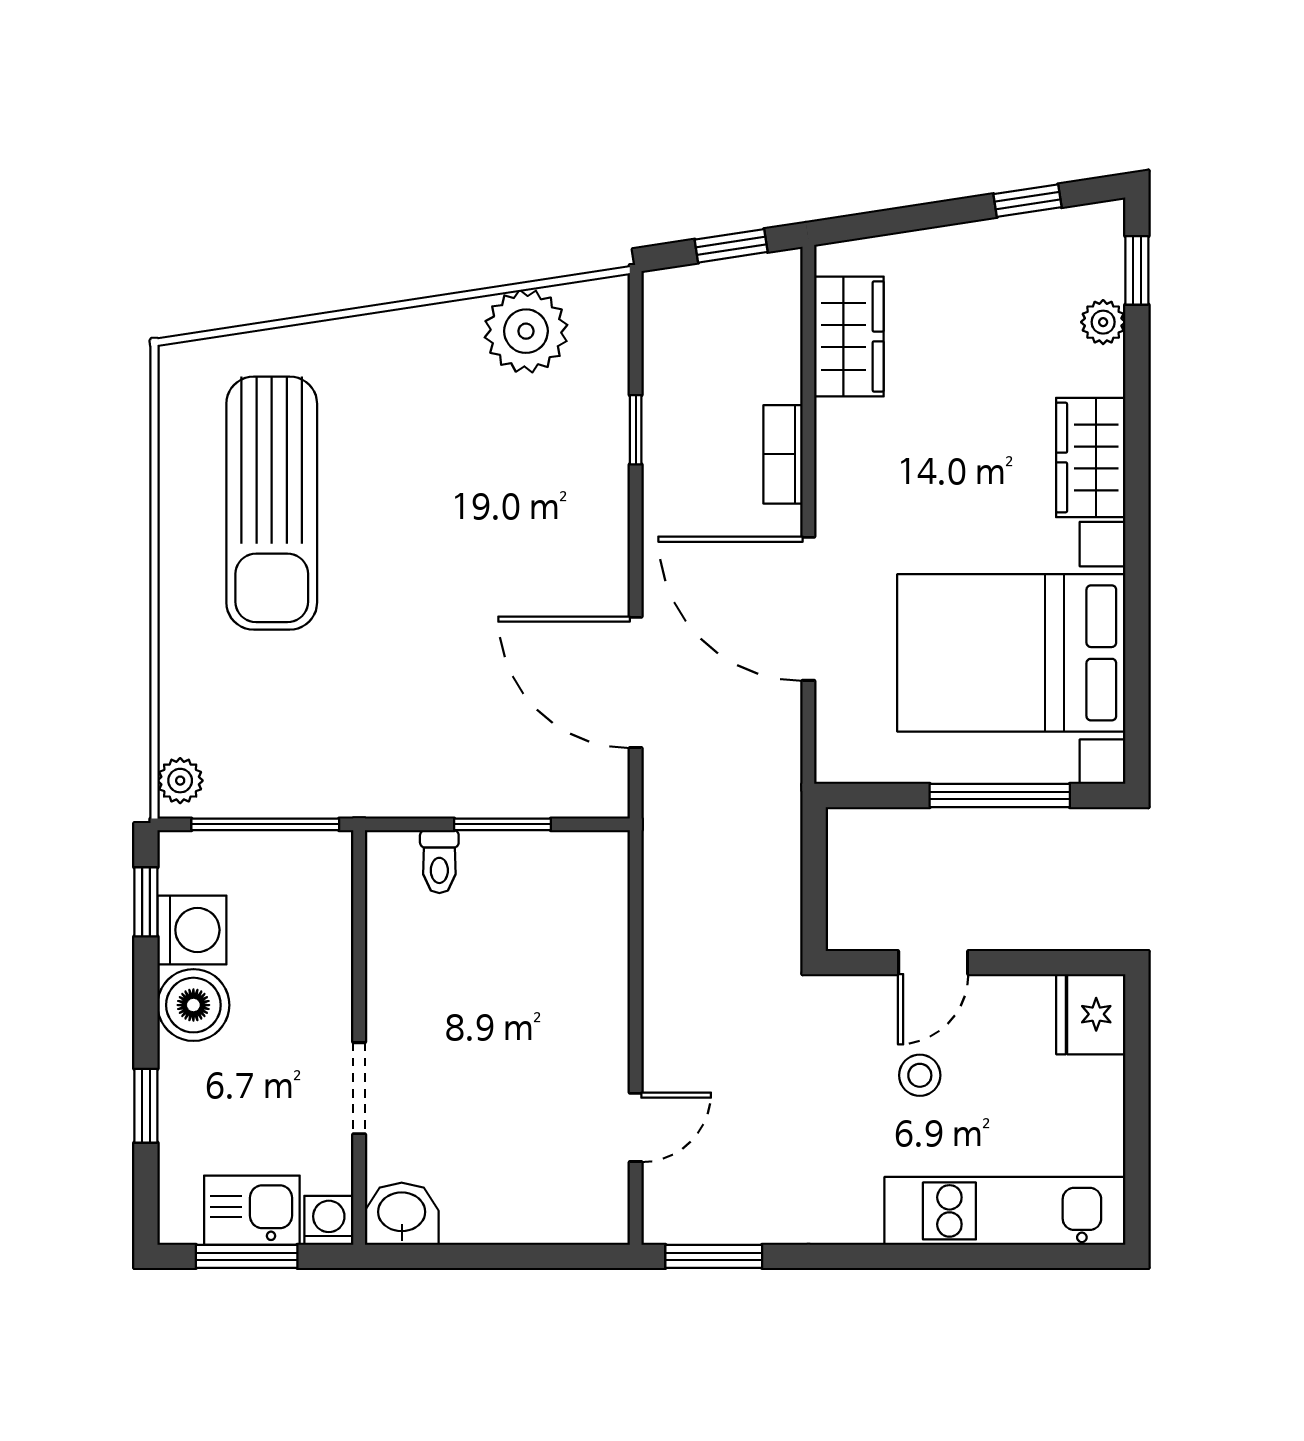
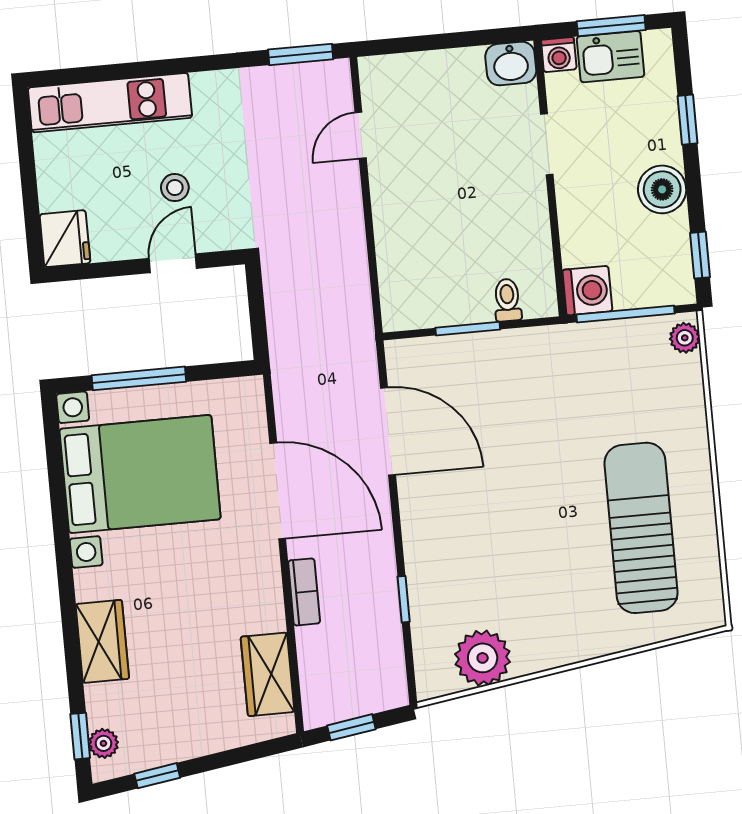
plant: (1103, 322) -> (103, 743), moved
wardrobe: (1091, 458) -> (102, 641), moved
washing machine: (192, 930) -> (587, 291), moved, turned 180

